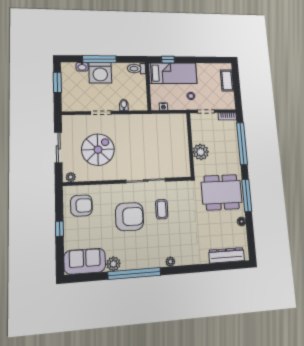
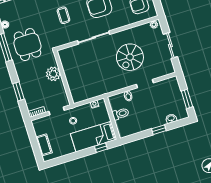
window: (99, 59) -> (159, 130), width x0.46
toilet: (136, 69) -> (121, 114), moved
washing machine: (100, 73) -> (155, 118), removed
window: (242, 144) -> (18, 91), width x0.47
spiral stairs: (98, 150) -> (130, 57), moved
dining table: (222, 192) -> (27, 45), width x0.73
coffee table: (162, 209) -> (63, 15), moved

